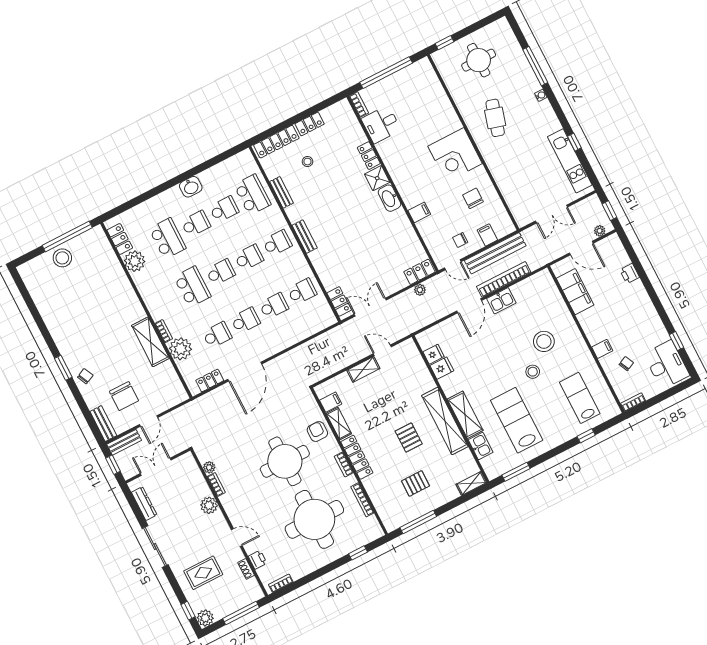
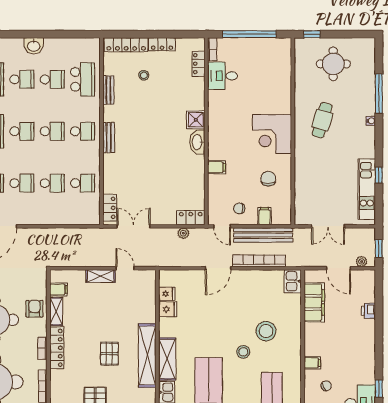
locker: (369, 156) -> (198, 64), moved
kitchen sink: (501, 301) -> (293, 281), moved, turned 90

